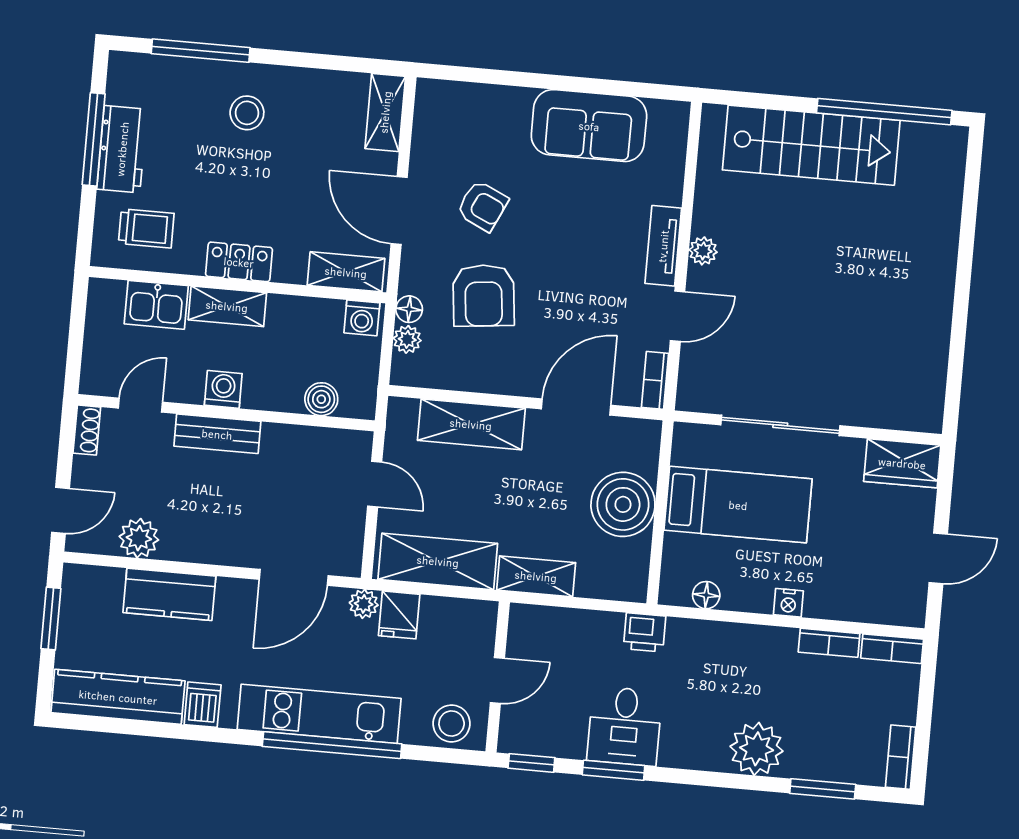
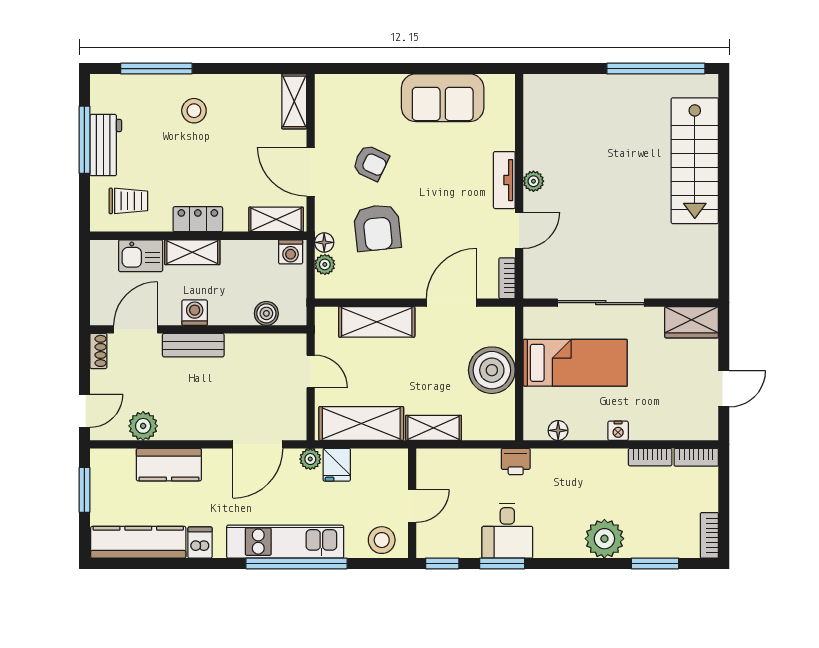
stairs: (811, 145) -> (695, 161), moved, turned 90
door: (140, 405) -> (136, 329), width x1.37

